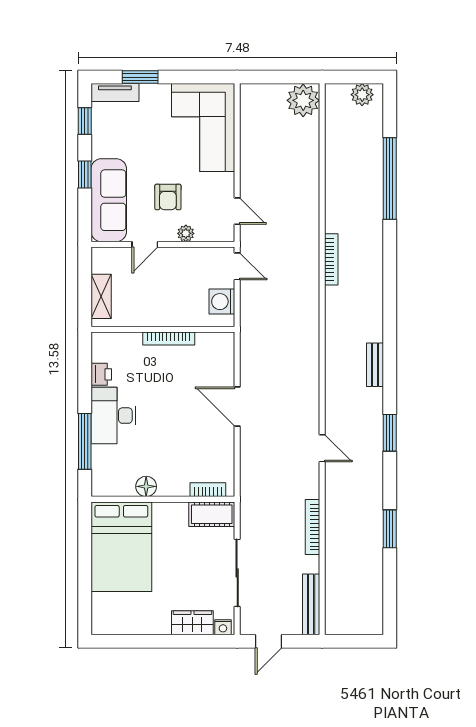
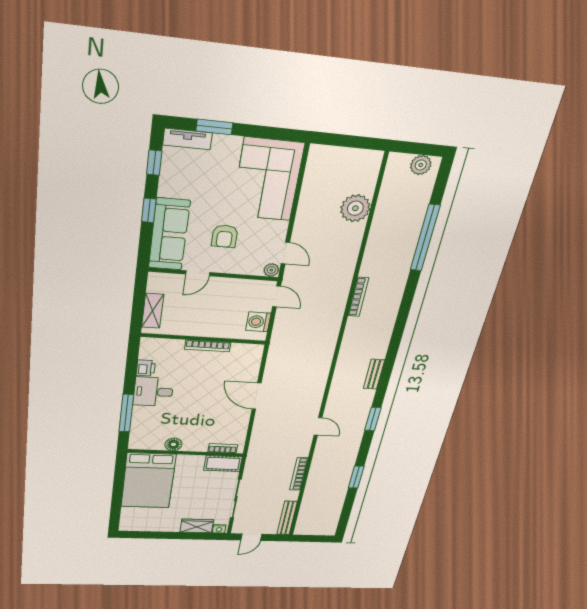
plant: (303, 100) -> (355, 208), moved
plant: (186, 233) -> (271, 270), moved
desk: (113, 416) -> (153, 392), width x0.73

